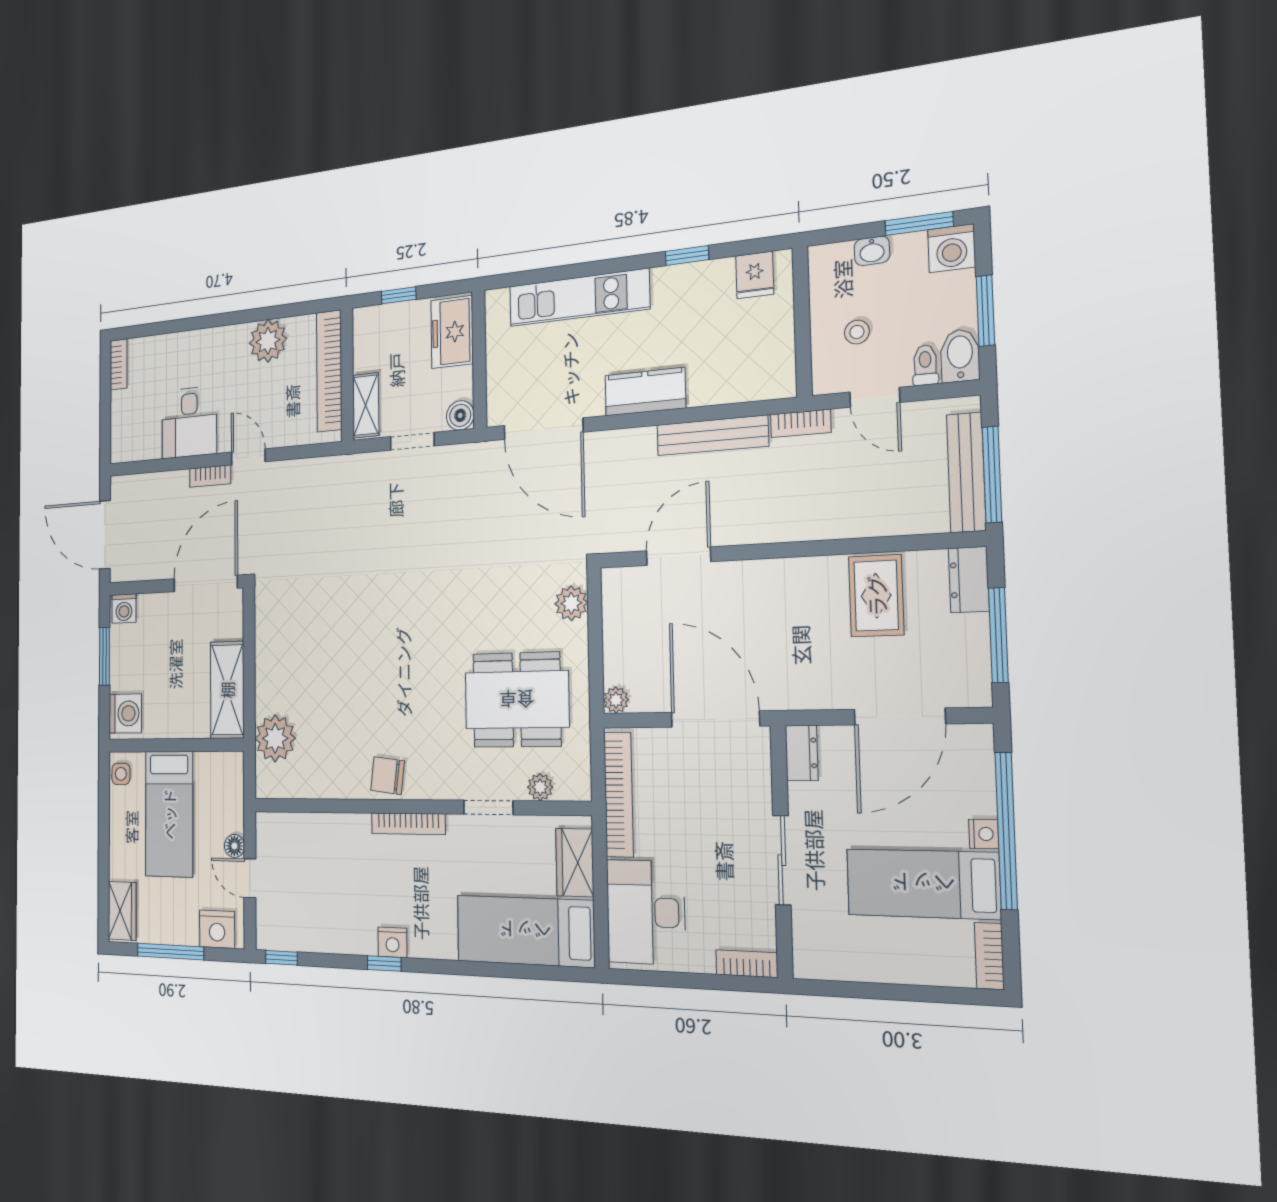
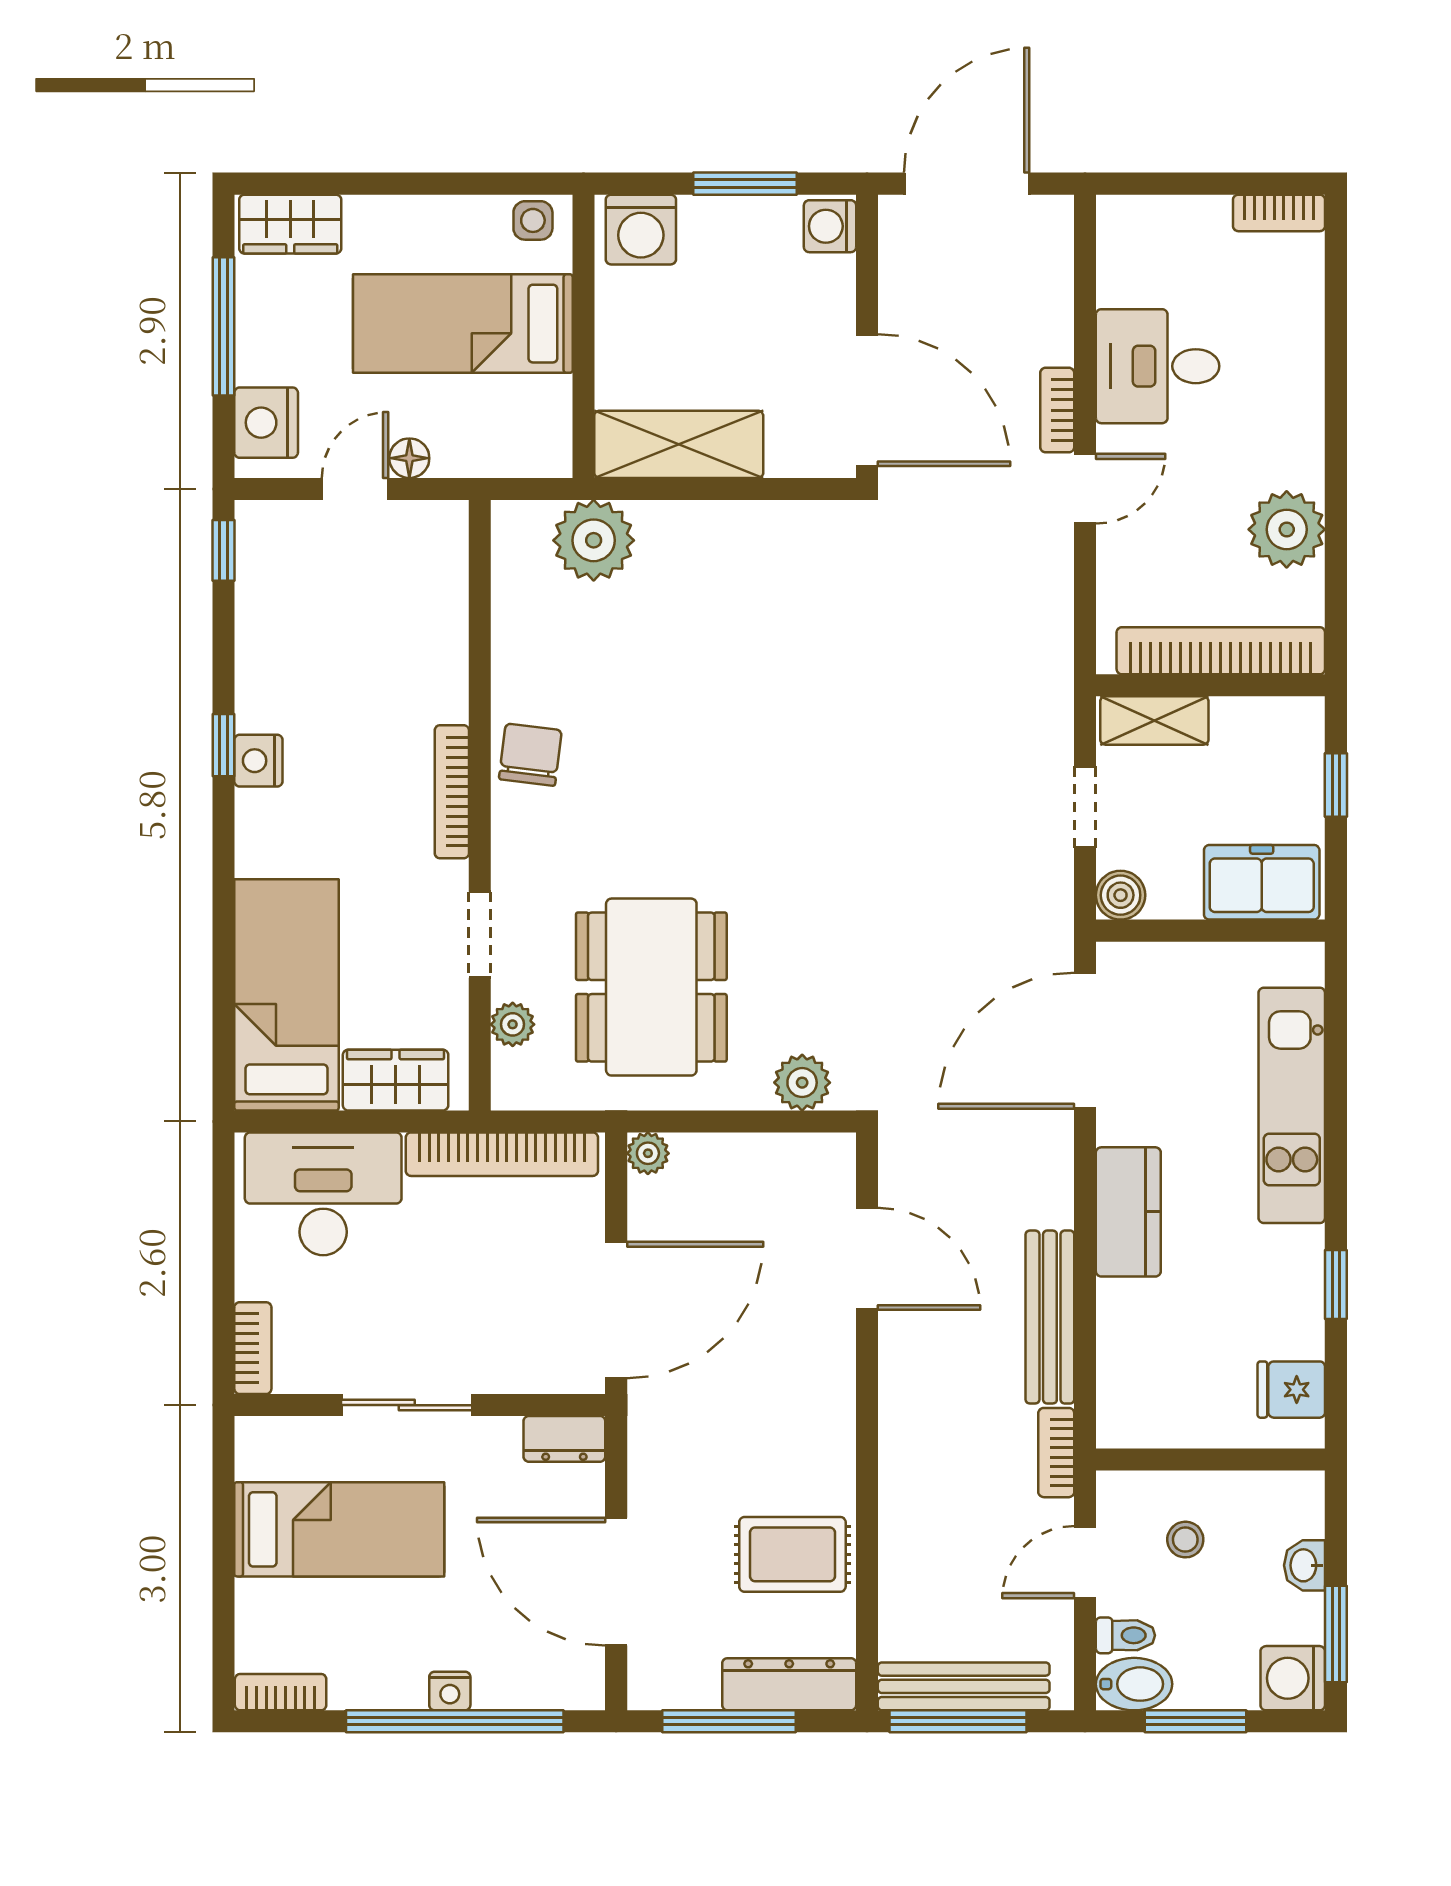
dresser: (969, 580) -> (789, 1684), width x1.44
bed: (923, 884) -> (339, 1529), moved, turned 90

